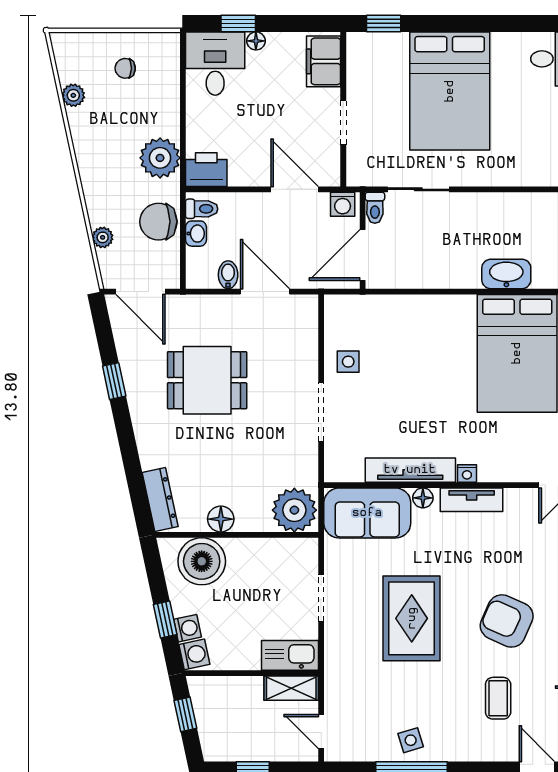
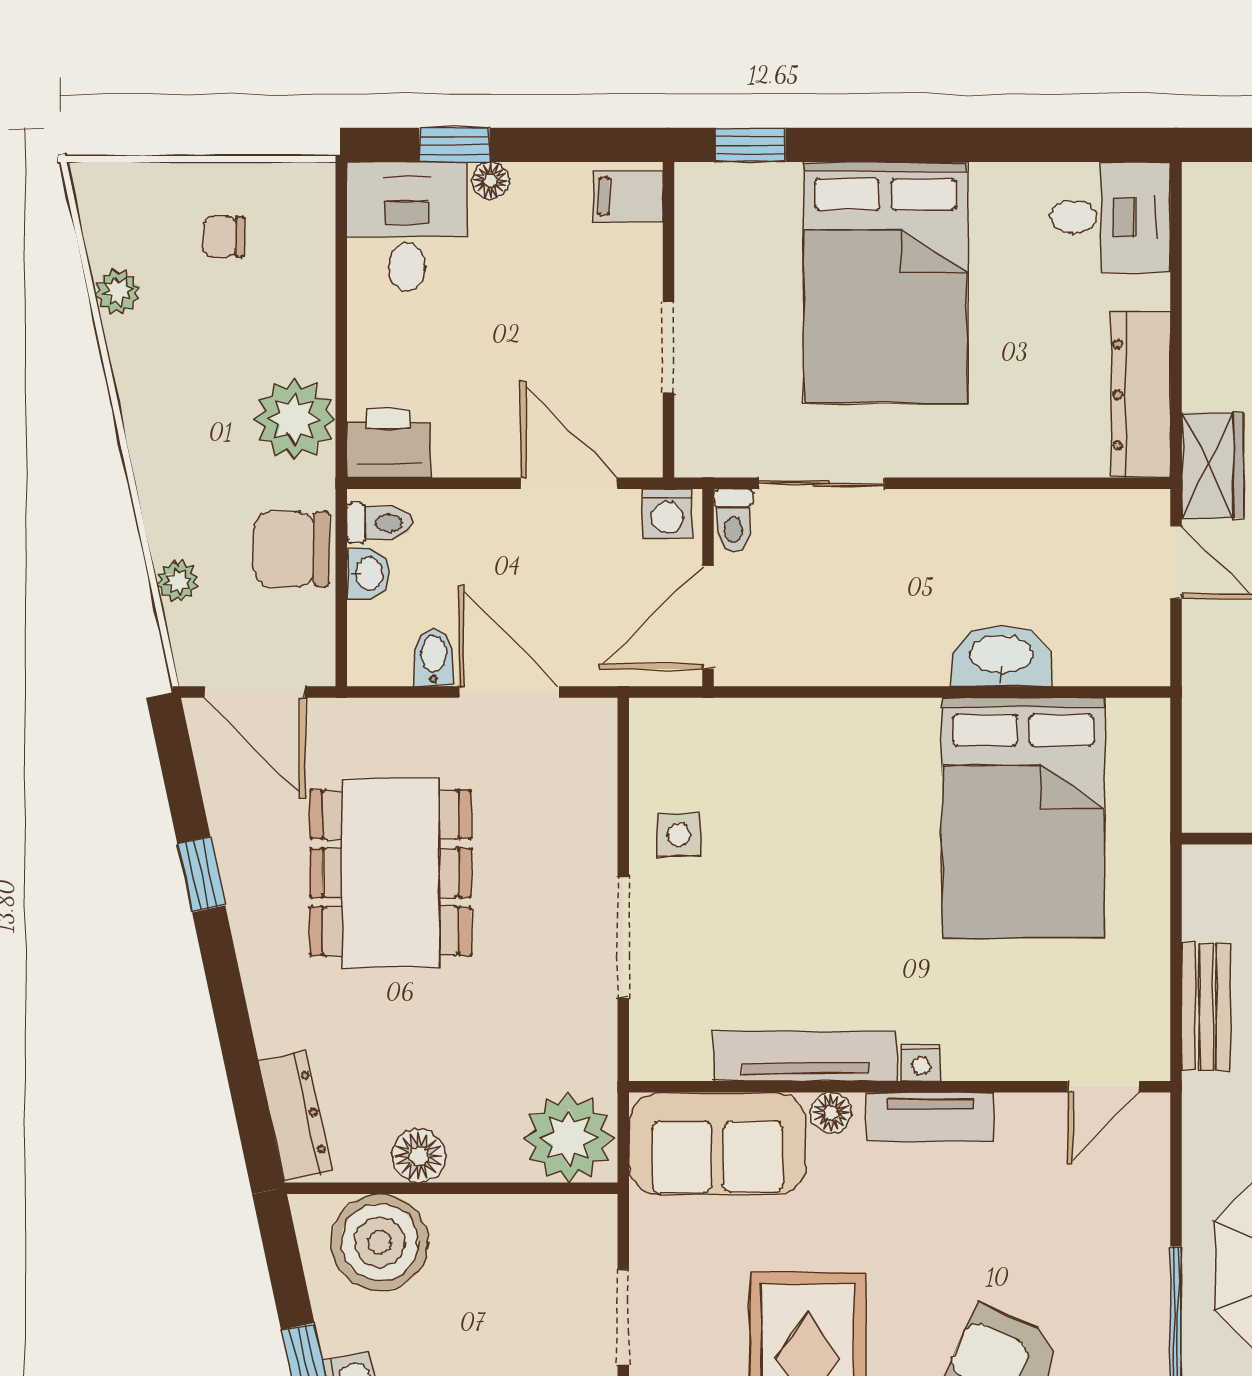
filing cabinet: (324, 61) -> (628, 196), width x0.50
dining table: (207, 380) -> (391, 873), width x1.38

